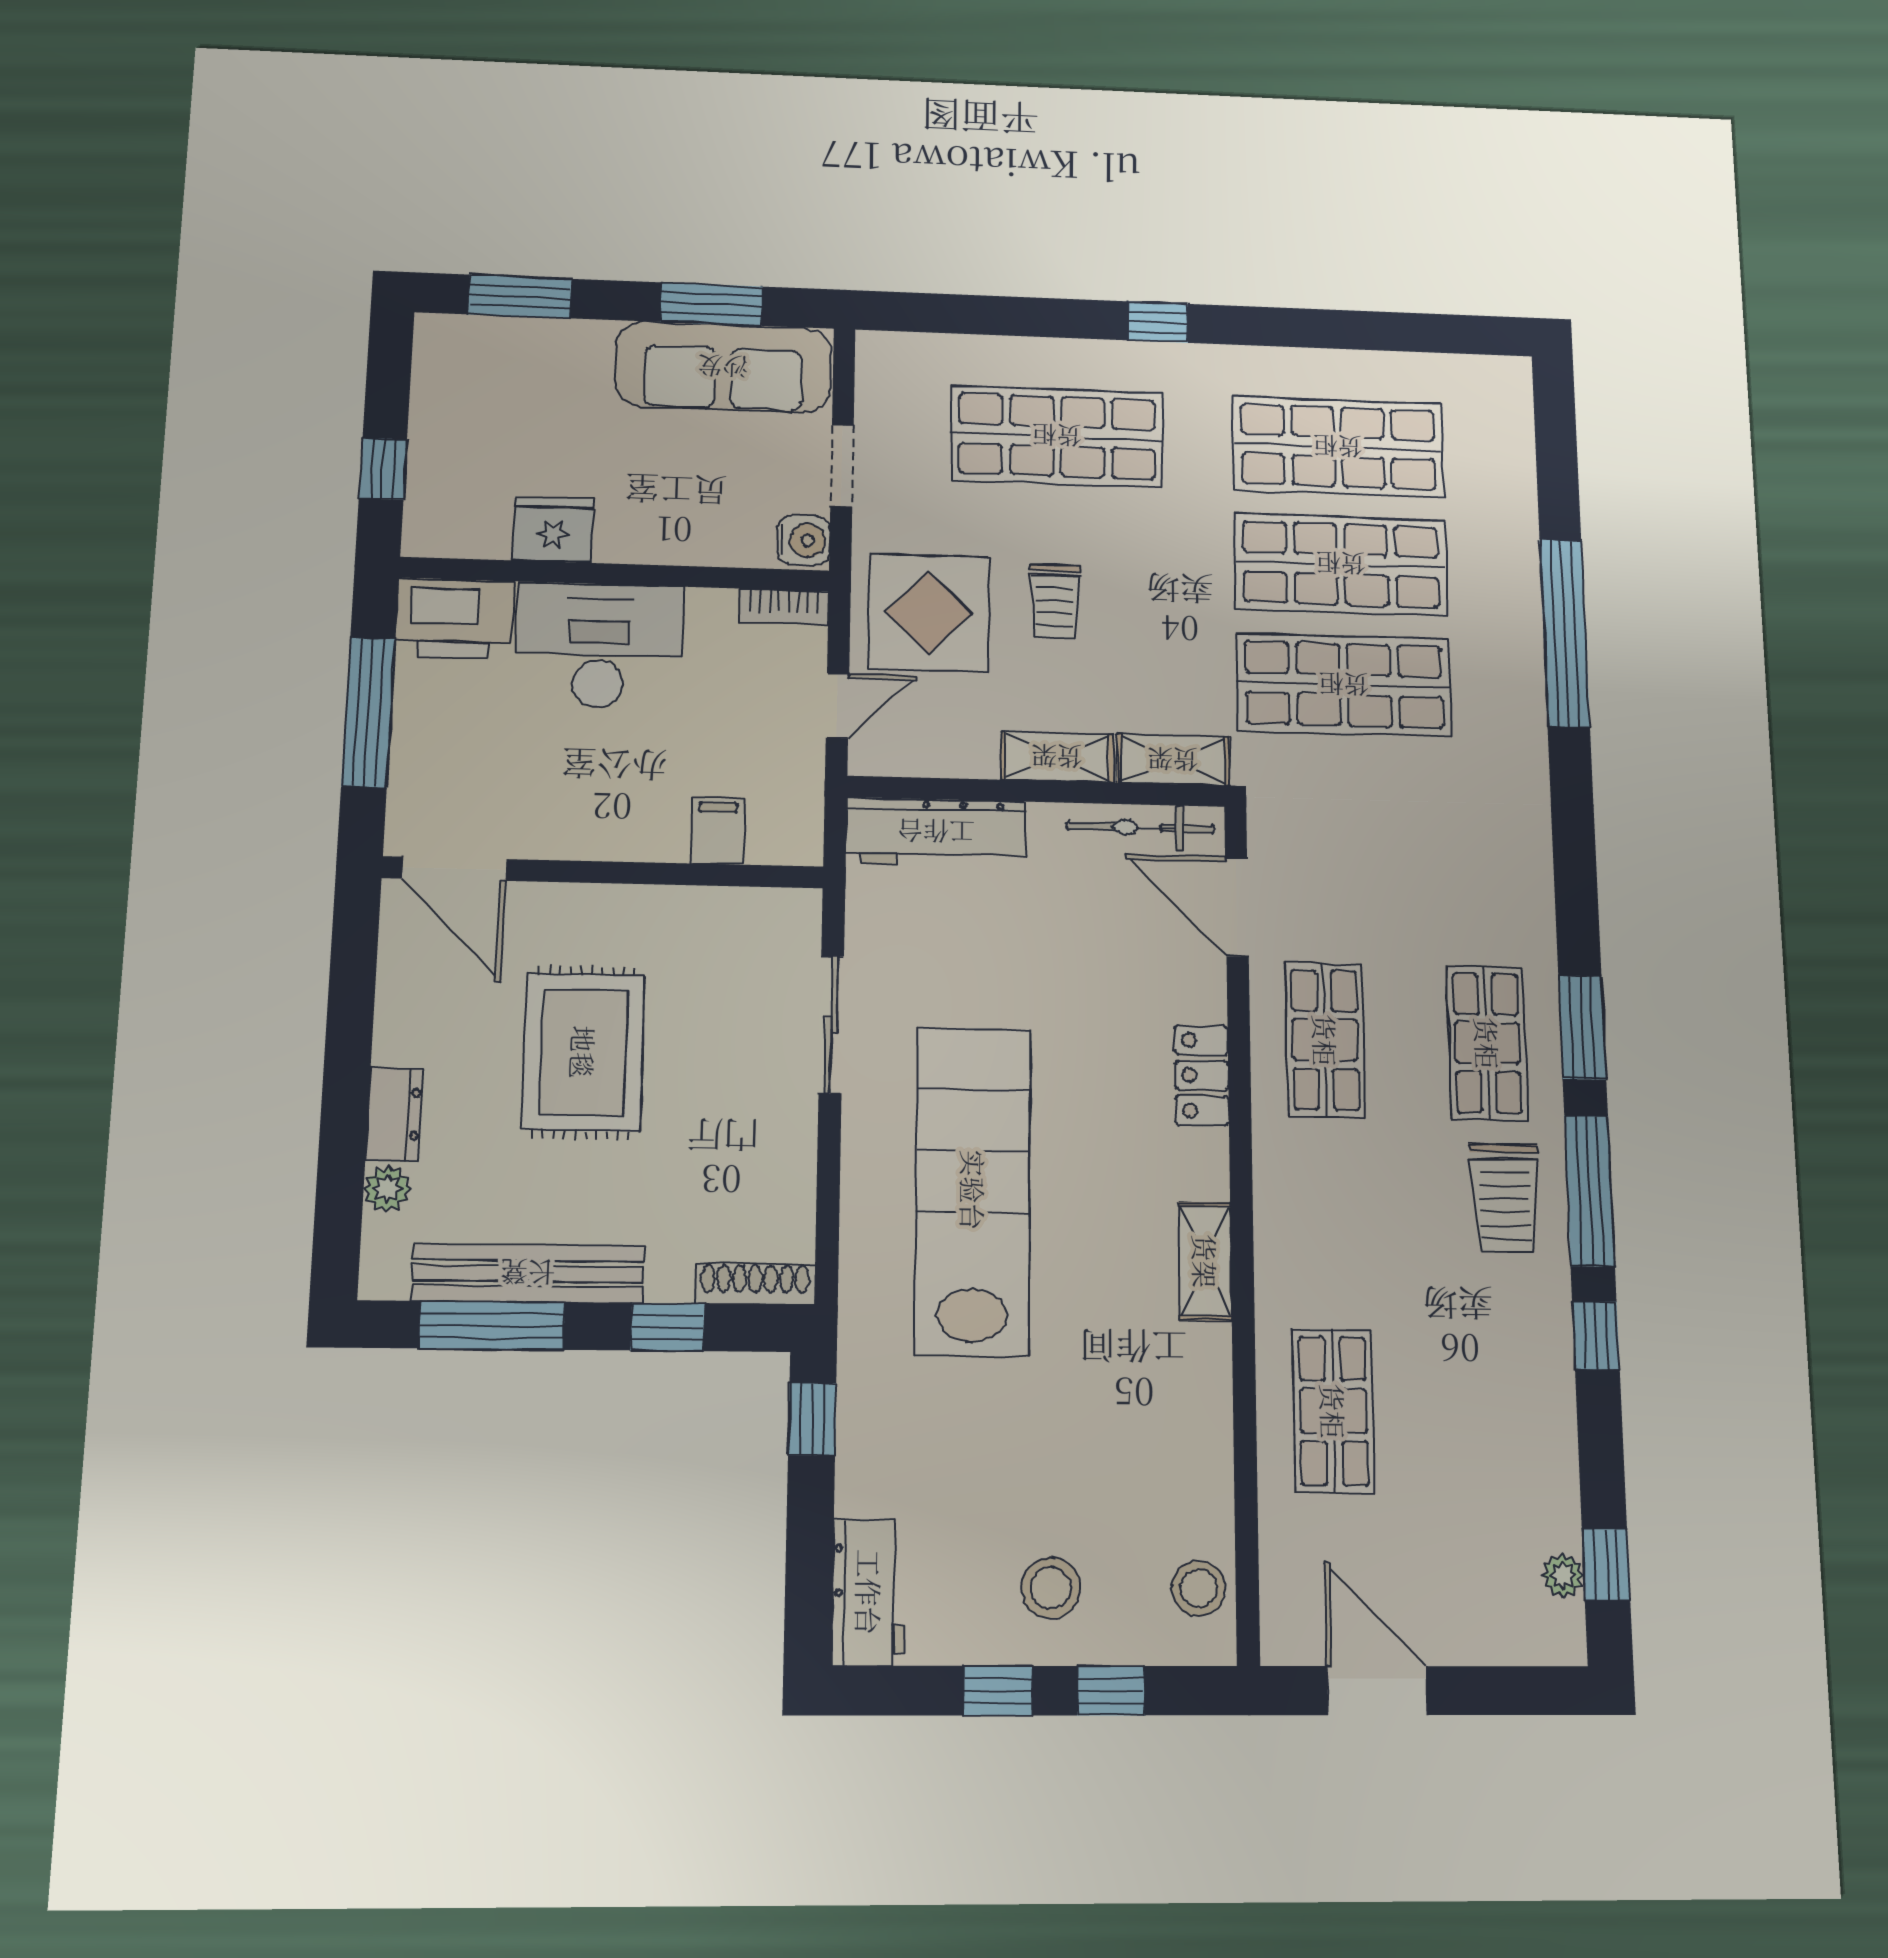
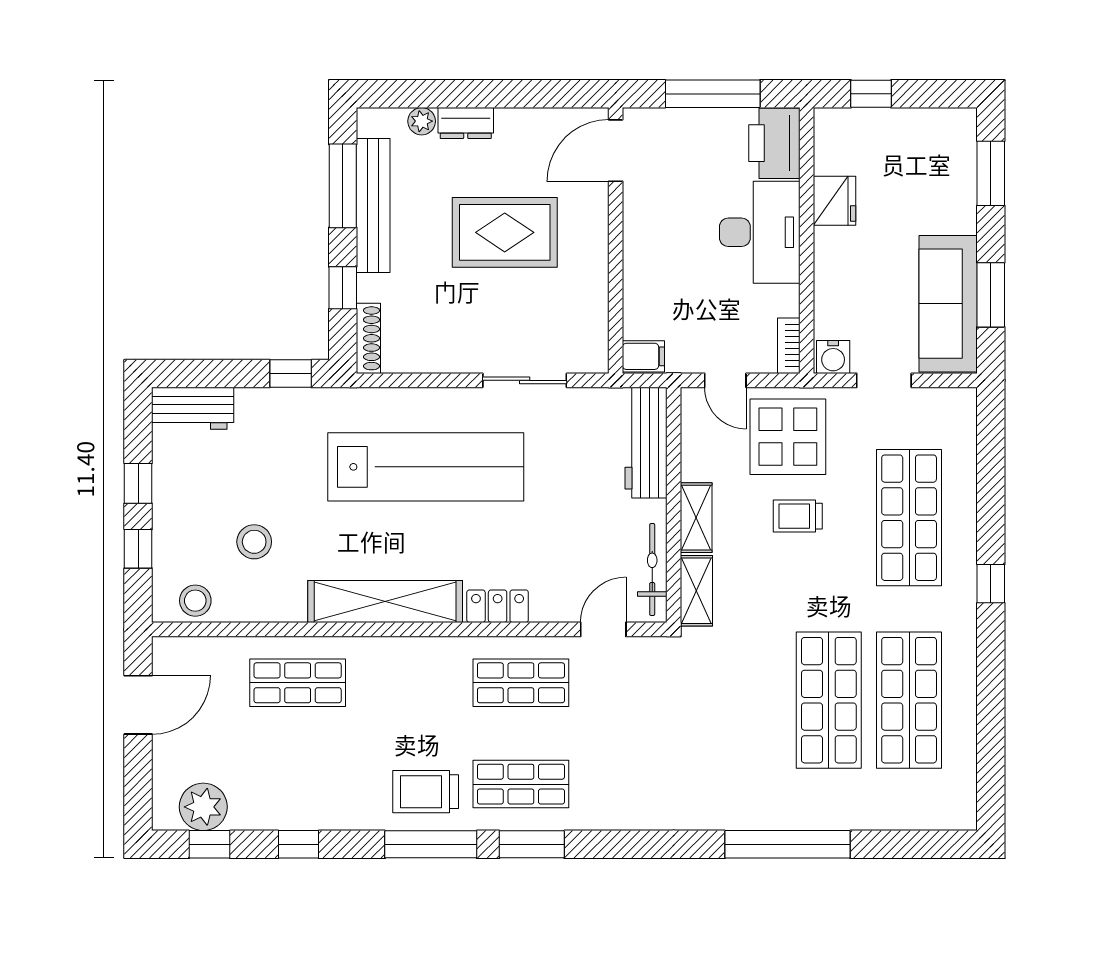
shop shelf: (1344, 685) -> (749, 700), removed
filing cabinet: (718, 831) -> (643, 356), moved
door: (1237, 907) -> (603, 629), width x0.73
shelving: (1205, 1261) -> (385, 601), width x2.20, depth x1.33
window: (1596, 1335) -> (299, 844), moved
plant: (1563, 1575) -> (203, 807), width x1.88, depth x1.88
stool: (1051, 1588) -> (254, 542), moved

